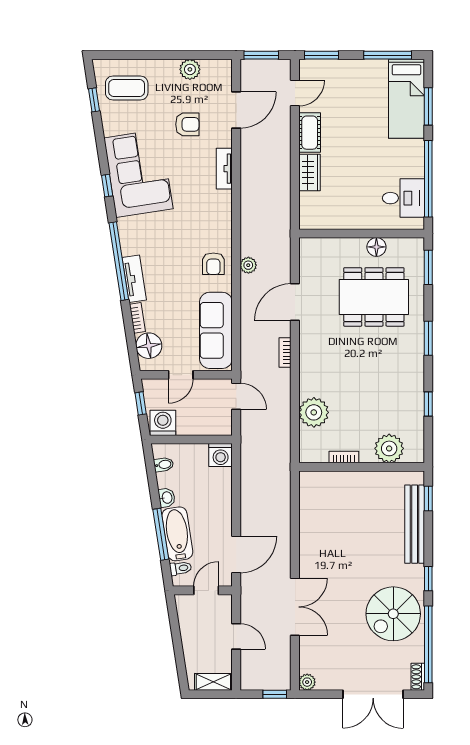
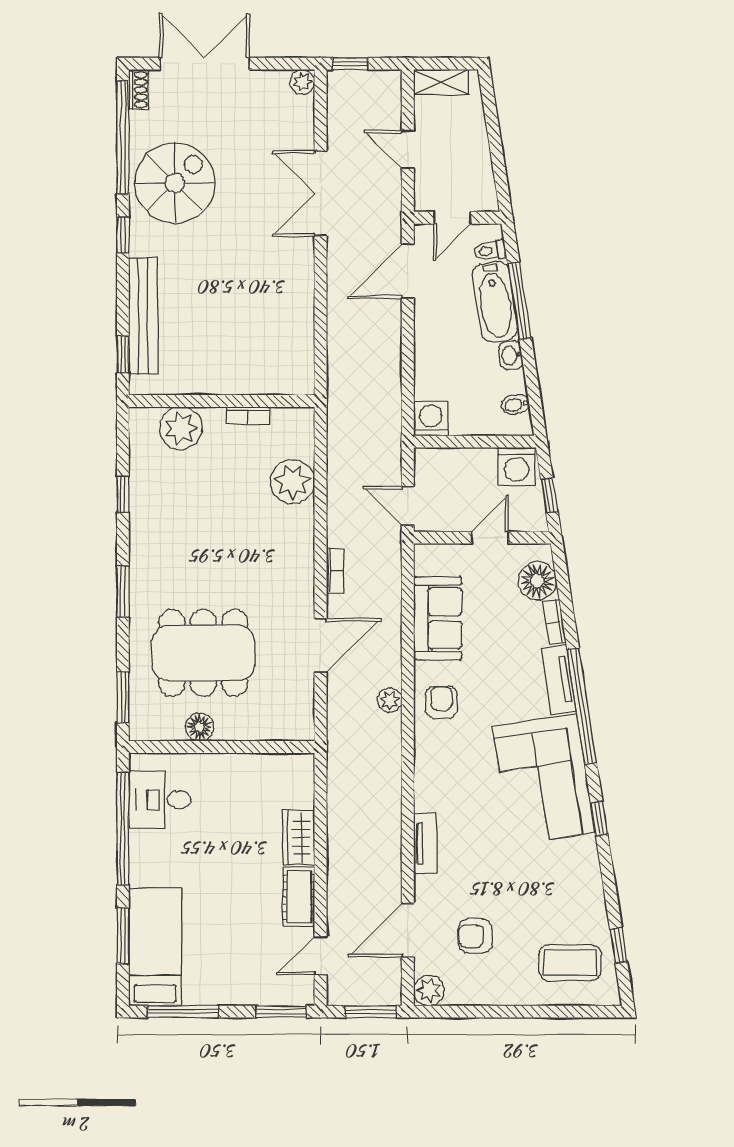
plant: (190, 69) -> (429, 990), moved
armchair: (187, 124) -> (475, 936), moved
corner sofa: (138, 173) -> (544, 780), moved
sofa: (216, 330) -> (438, 618), width x0.73

